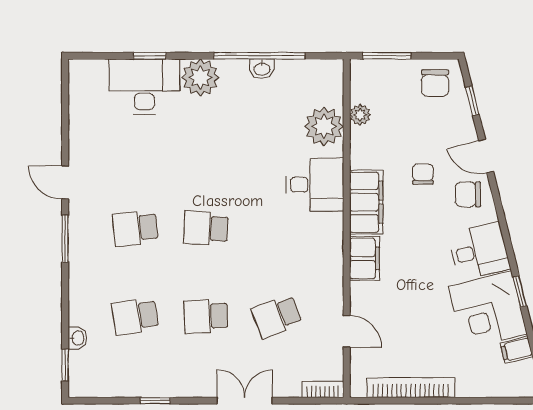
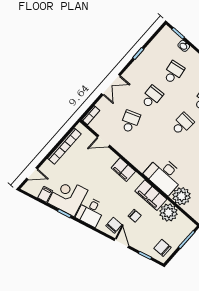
plant: (360, 115) -> (169, 213), width x1.88, depth x1.88
door: (486, 156) -> (122, 243), hinge flipped
desk: (315, 185) -> (164, 175), width x1.37
filing cabinet: (366, 202) -> (151, 195), moved
door: (501, 401) -> (32, 174), added

